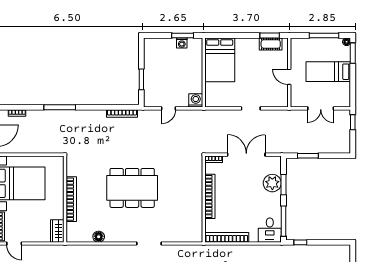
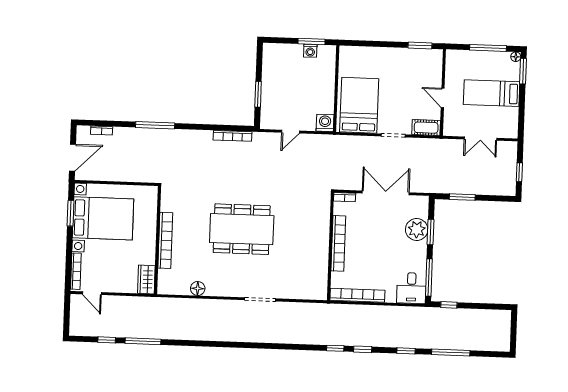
cot: (271, 44) -> (426, 128), moved
bed: (220, 60) -> (359, 105), moved, turned 180
window: (353, 122) -> (519, 172), moved

